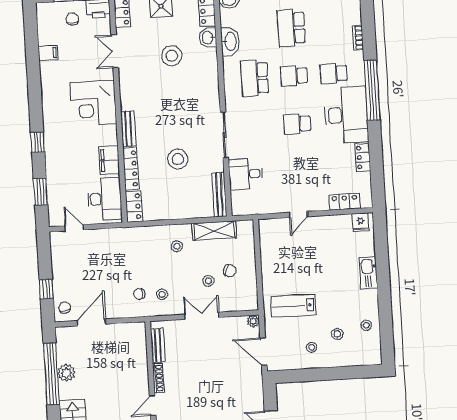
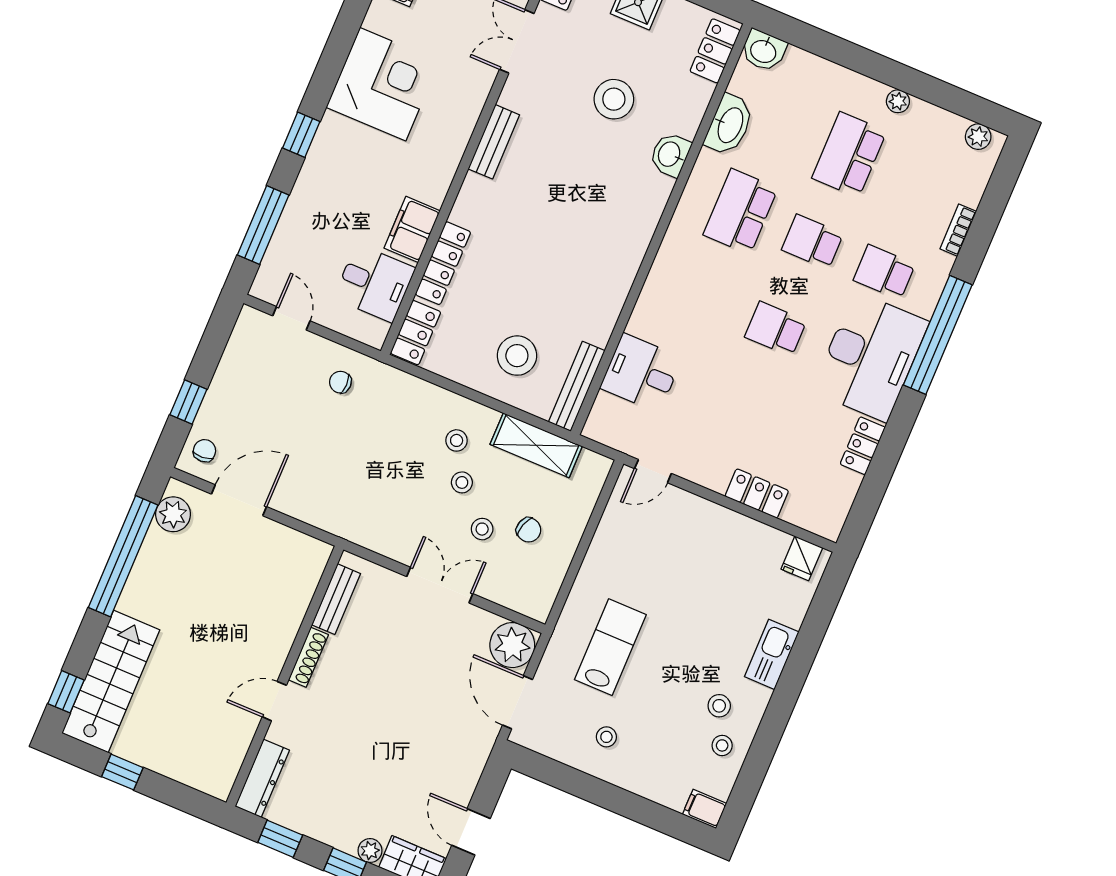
washbasin: (208, 38) -> (670, 155), moved
corner desk: (93, 103) -> (383, 84), moved, turned 180
bench: (128, 129) -> (494, 142), moved
sliding door: (224, 135) -> (638, 285), removed
stool: (178, 159) -> (517, 356), moved
window: (41, 192) -> (263, 225), width x1.44
desk: (105, 199) -> (374, 283), width x0.73
locker: (344, 202) -> (757, 493), moved
door: (298, 215) -> (653, 471), moved
chair: (139, 294) -> (340, 382), moved
stool: (162, 294) -> (462, 482), moved
lab bench: (293, 306) -> (610, 647), turned 90
plant: (253, 321) -> (512, 645), width x1.88, depth x1.88
stool: (337, 334) -> (719, 706), moved
filing cabinet: (372, 358) -> (705, 809), added
plant: (66, 373) -> (173, 514), moved

